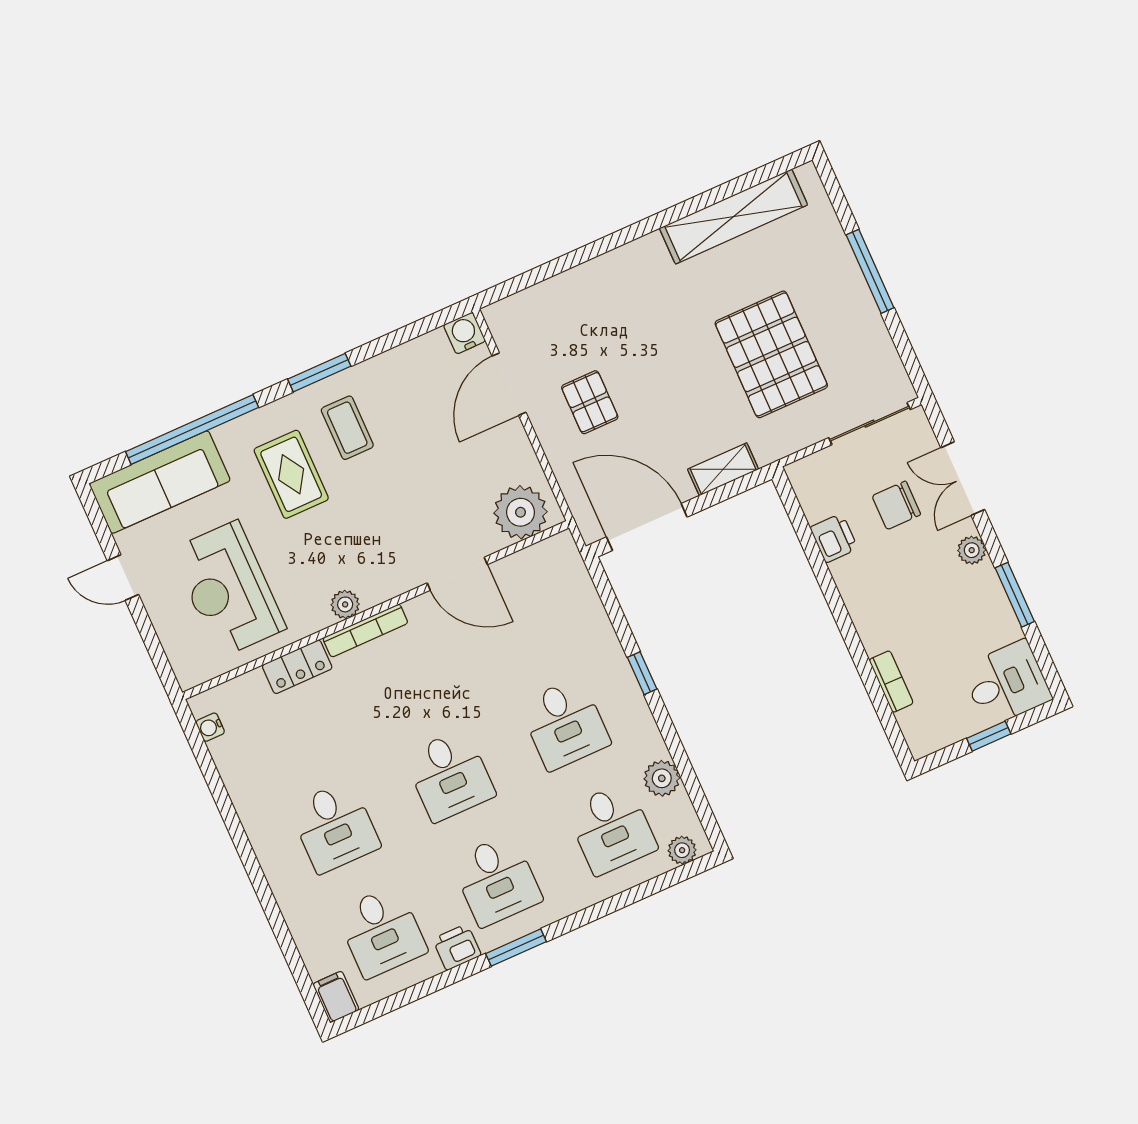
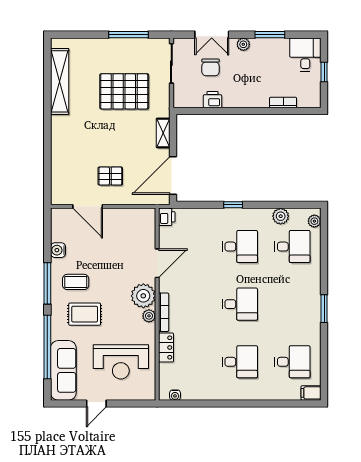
window: (870, 271) -> (128, 35), moved
water cooler: (464, 333) -> (58, 250), moved
window: (319, 373) -> (47, 283), width x1.44
plant: (521, 512) -> (143, 296), moved
desk: (497, 880) -> (292, 304), removed
printer: (457, 947) -> (167, 217), moved, turned 180

